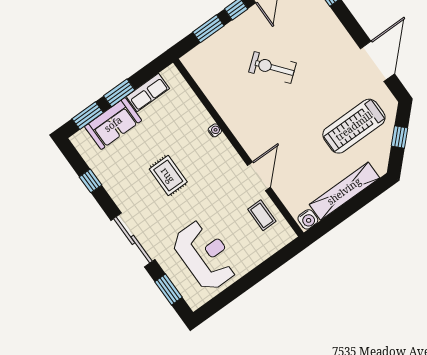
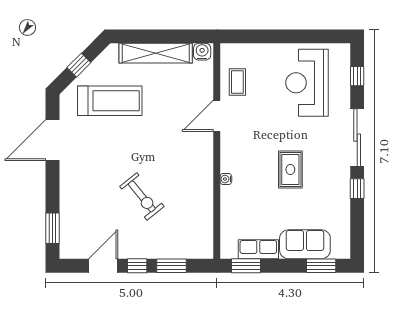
window: (119, 93) -> (246, 266), moved
window: (90, 181) -> (357, 189), moved
window: (169, 290) -> (357, 76), width x0.67

